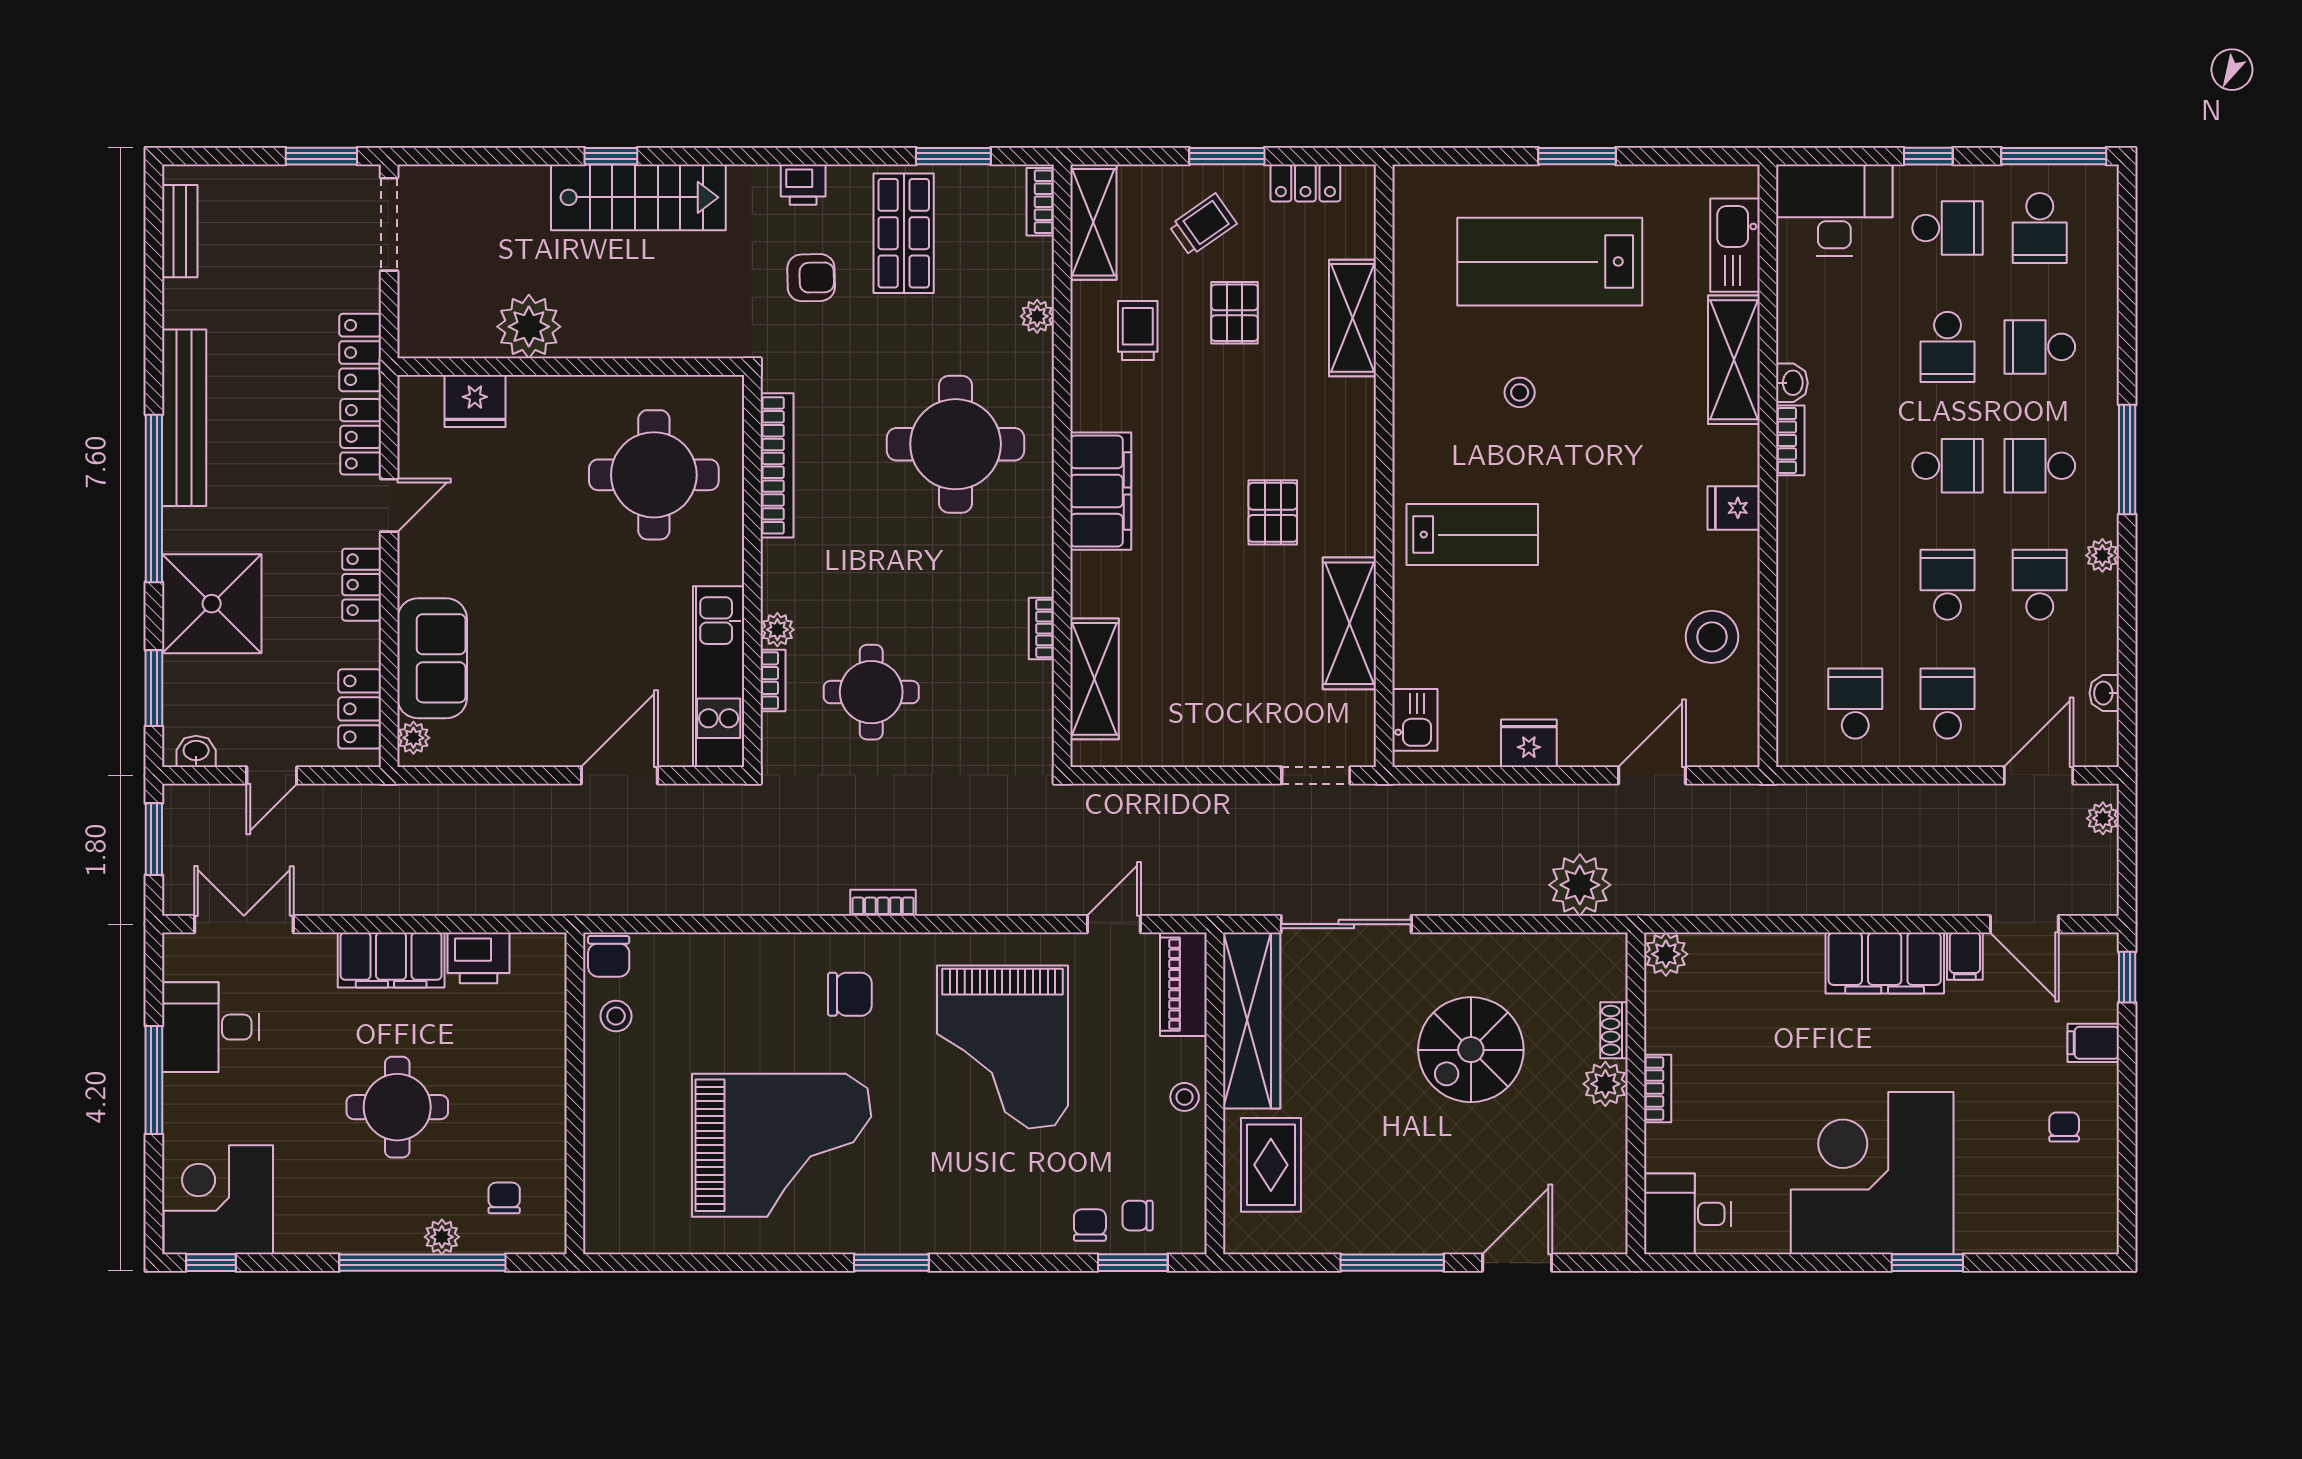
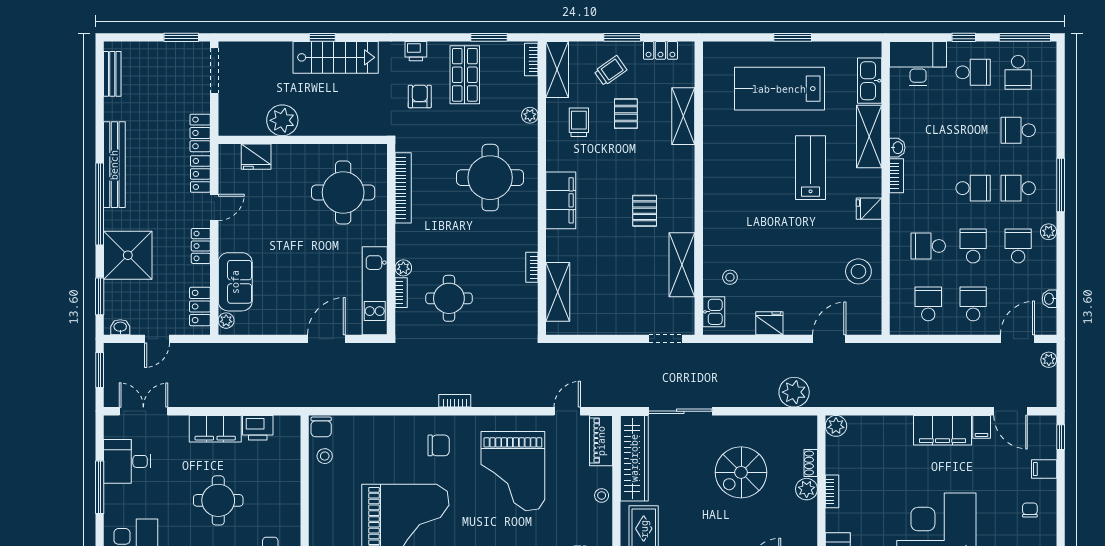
armchair: (811, 278) -> (420, 96), turned -89
school desk: (1948, 347) -> (928, 246), moved, turned 90
stool: (1520, 392) -> (730, 277), moved
lab bench: (1472, 535) -> (810, 168), moved, turned -90

